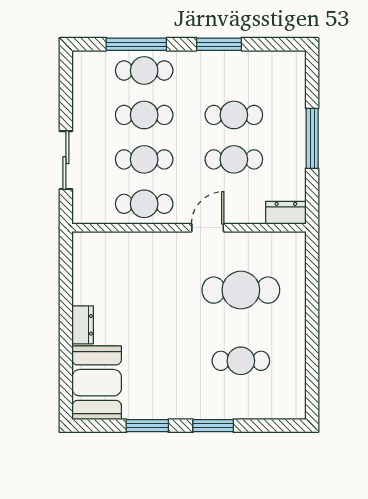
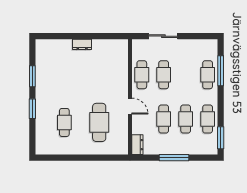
window: (219, 44) -> (221, 138), moved
cafe table: (144, 115) -> (208, 119), moved
booth: (97, 383) -> (54, 51), removed

